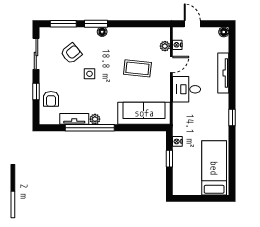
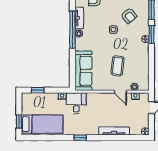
desk: (187, 89) -> (76, 103), moved
window: (169, 159) -> (38, 90), moved
window: (211, 198) -> (19, 121), added

